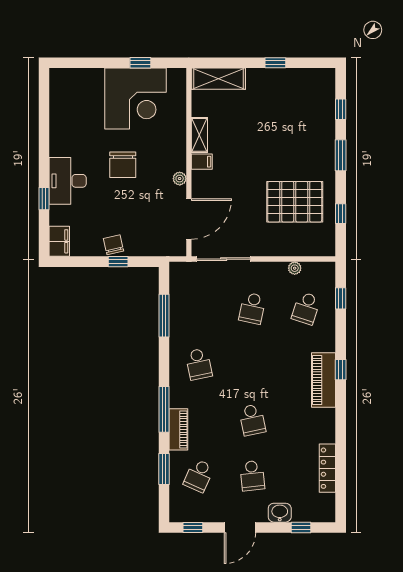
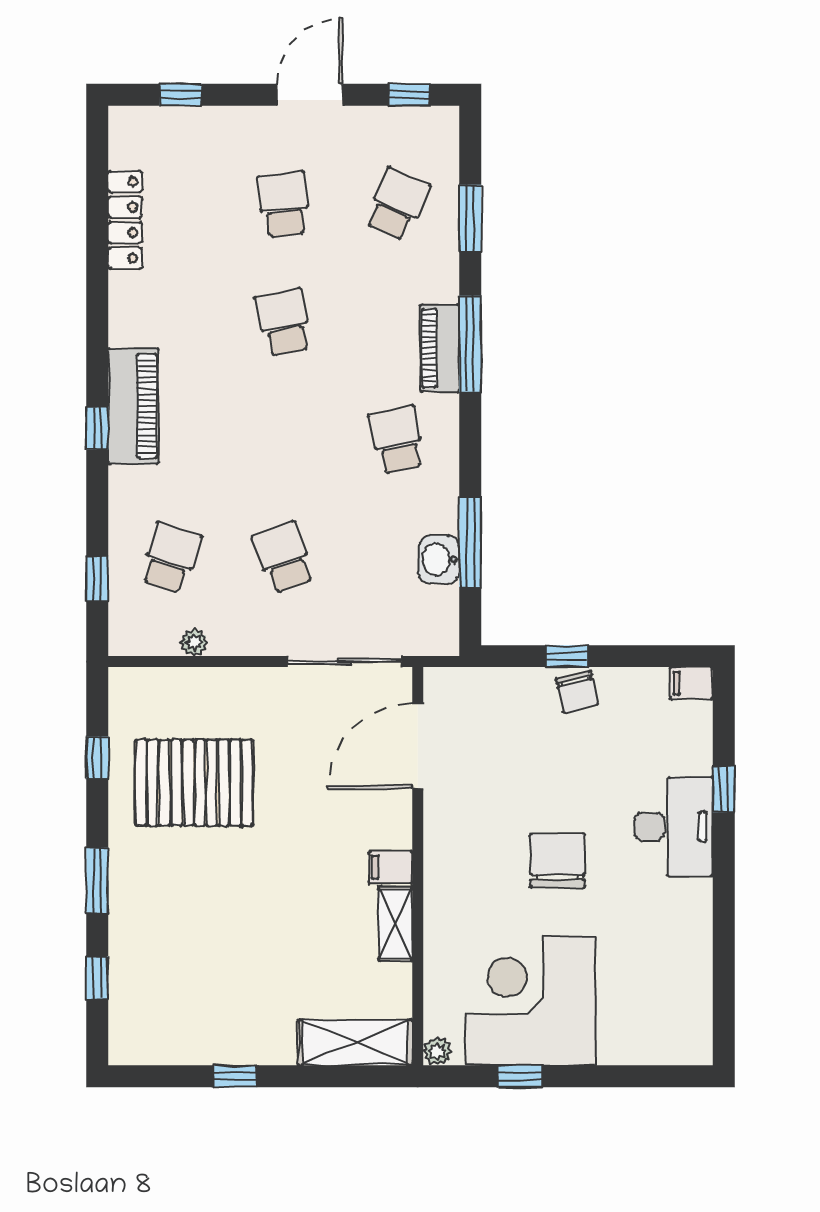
plant: (180, 179) -> (437, 1051), moved
filing cabinet: (59, 241) -> (691, 683), width x0.50
school desk: (252, 308) -> (284, 558), turned -33
piano: (178, 429) -> (440, 348), moved
washbasin: (280, 513) -> (439, 559), moved, turned 90

